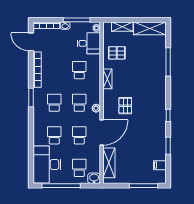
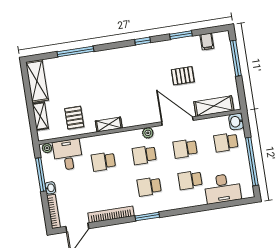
pallet: (125, 106) -> (183, 76), moved
desk: (47, 164) -> (223, 188), width x0.73, depth x0.77

